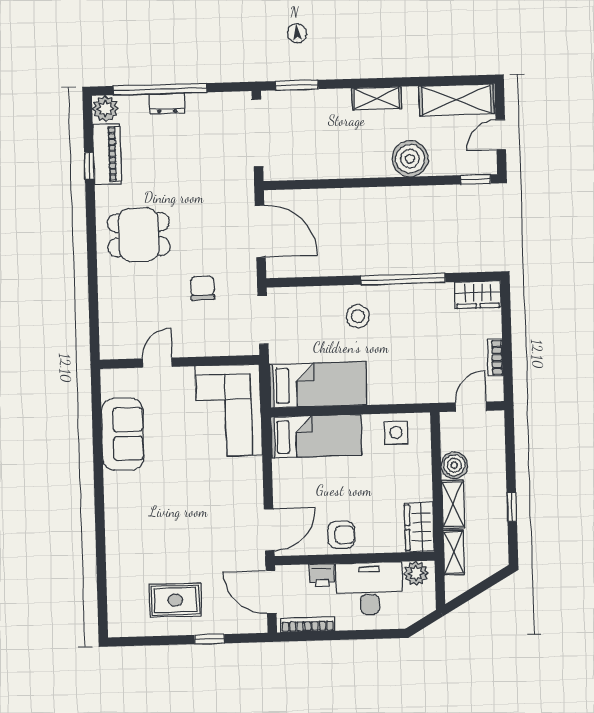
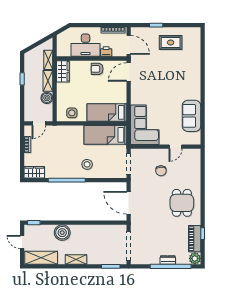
door: (501, 135) -> (22, 242), swing flipped
dining table: (139, 235) -> (182, 203), turned 90
chair: (202, 288) -> (161, 171), moved
plant: (416, 573) -> (65, 51), removed

